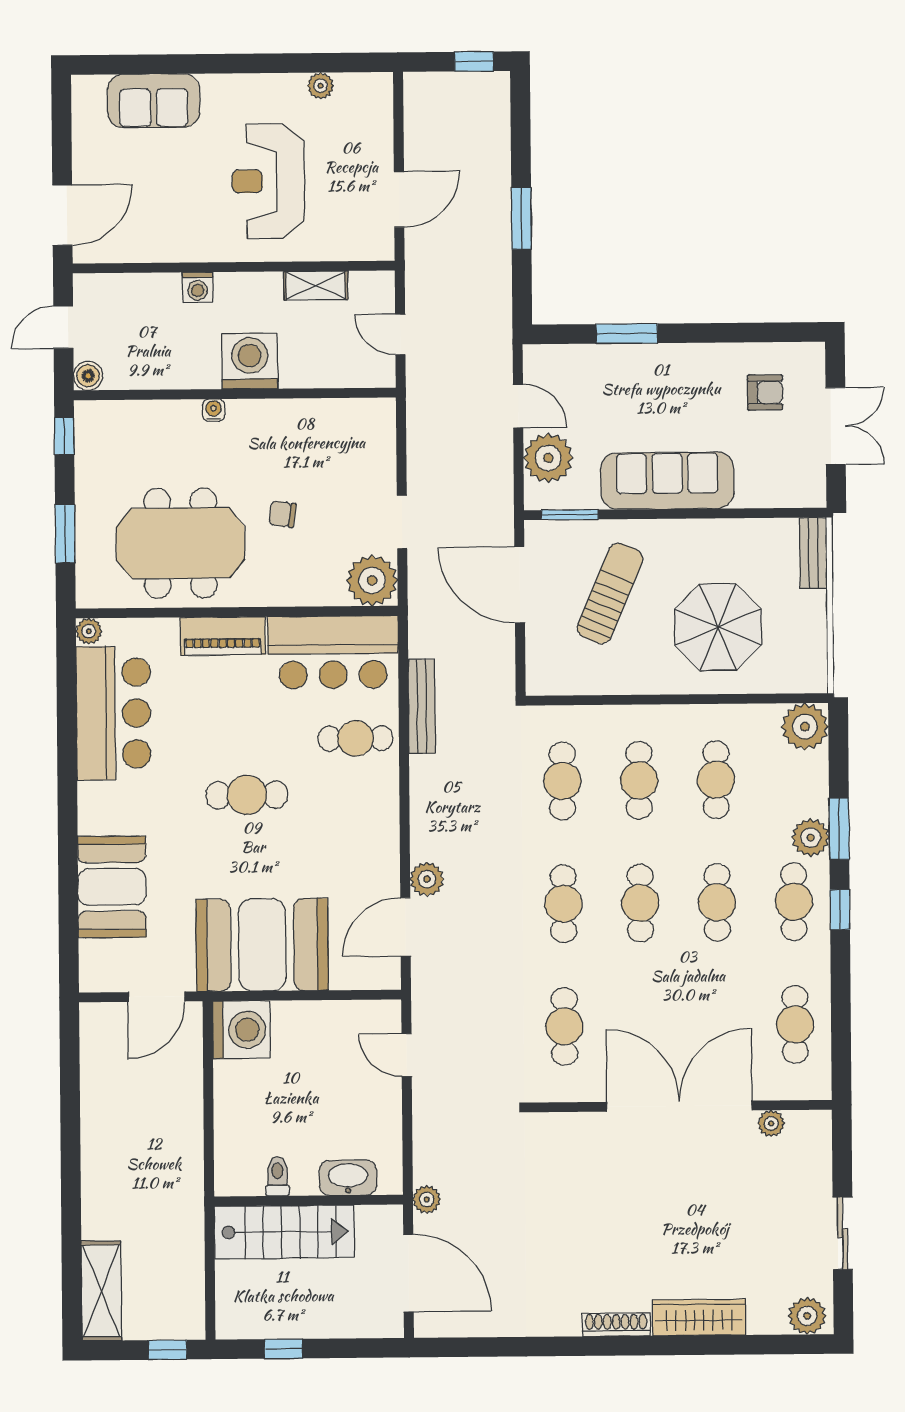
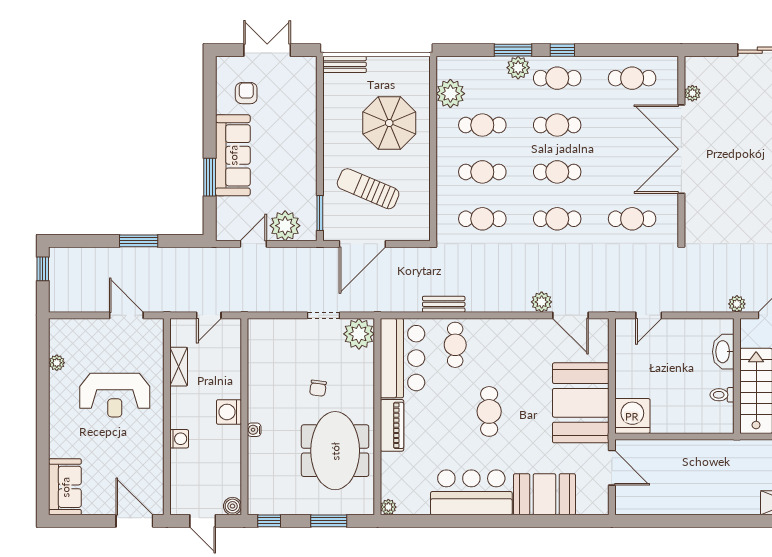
sofa: (154, 101) -> (65, 487), moved
washing machine: (250, 361) -> (229, 412), width x0.73, depth x0.73
sofa: (667, 481) -> (233, 155), moved, turned 180
bench: (422, 706) -> (444, 304), width x0.73
bar counter: (114, 713) -> (471, 492), moved
plant: (805, 727) -> (450, 94), moved

